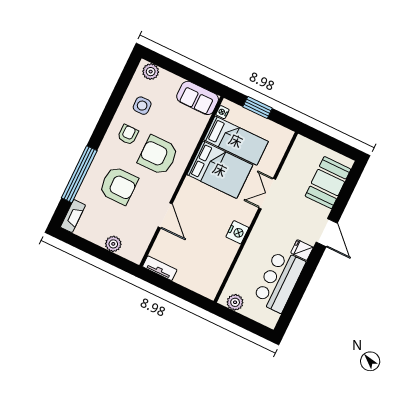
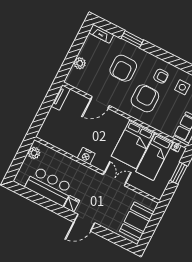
window: (79, 174) -> (132, 39), width x0.47
booth: (328, 183) -> (137, 221), moved, turned 90

